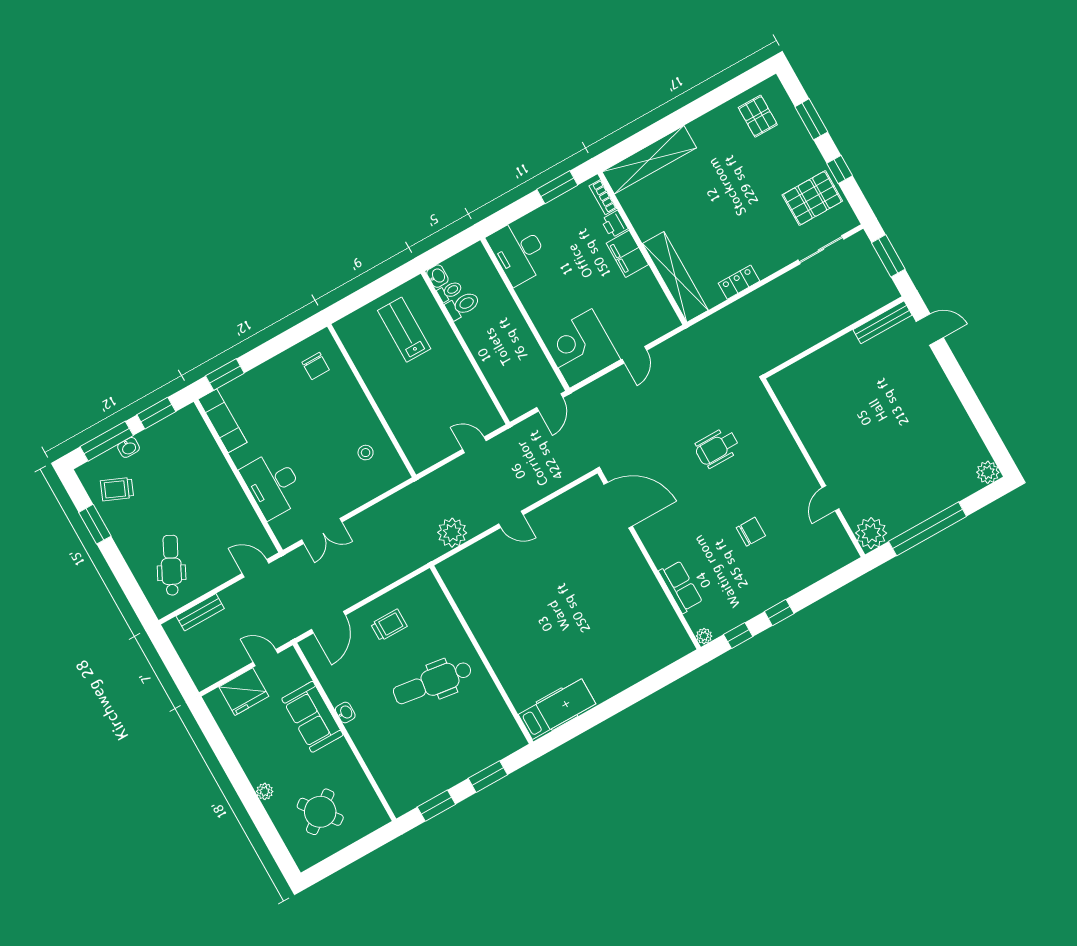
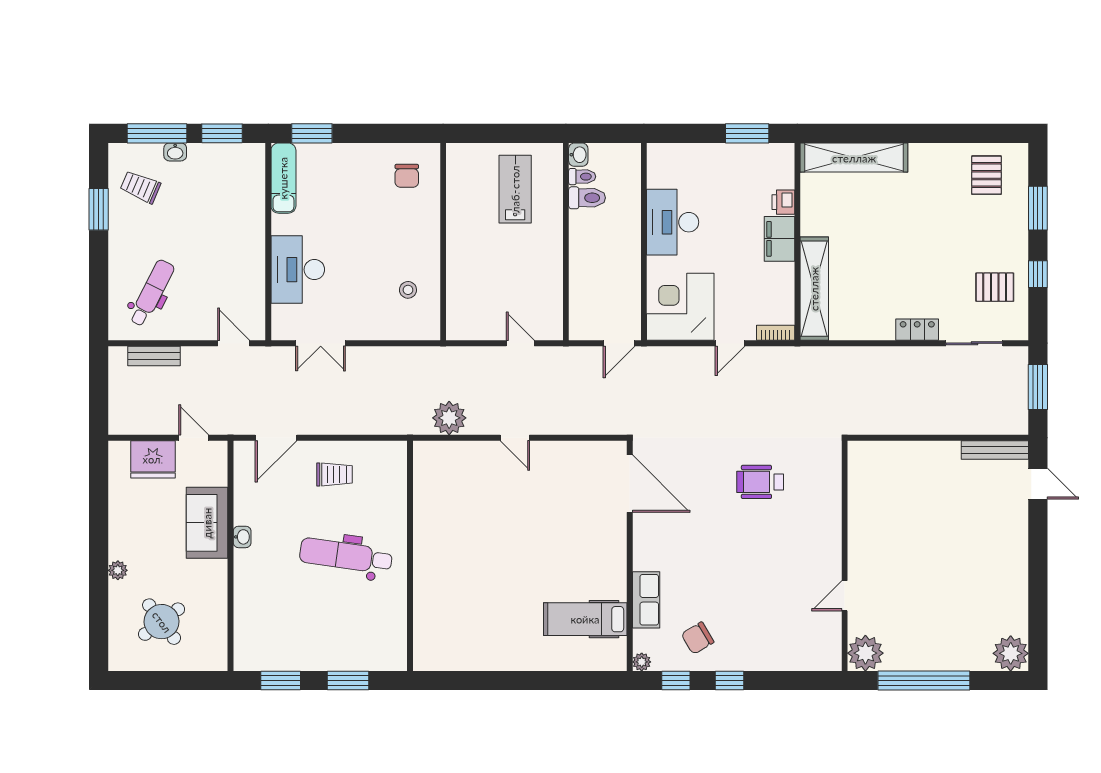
bookcase: (603, 197) -> (776, 333), moved, turned 90
pallet: (812, 198) -> (995, 287), width x0.67, depth x0.71
desk: (519, 252) -> (673, 222), moved
locker: (739, 282) -> (917, 330), moved
plant: (988, 472) -> (1011, 653), width x1.36, depth x1.36
chair: (751, 532) -> (698, 638), moved, turned 149
hospital bed: (557, 709) -> (585, 619), moved, turned 180

